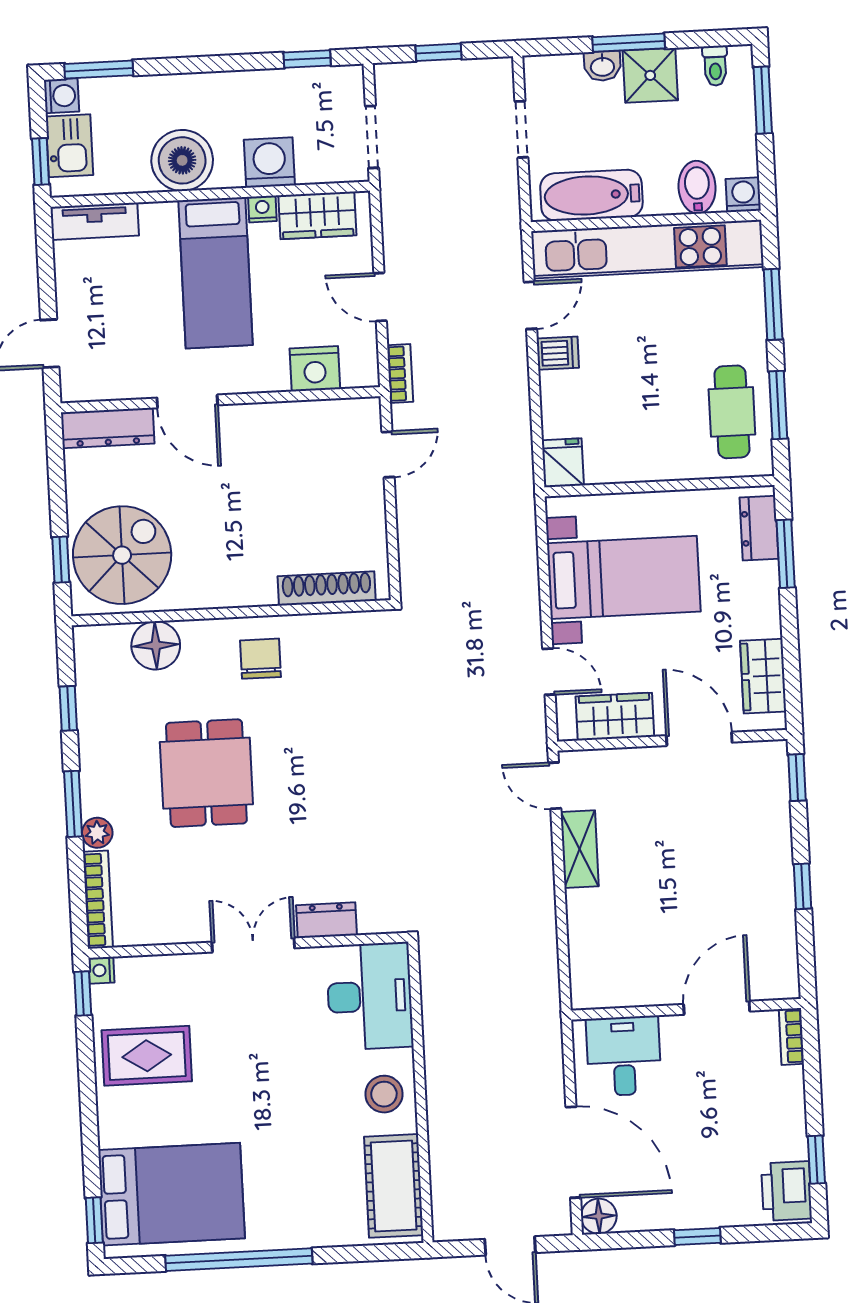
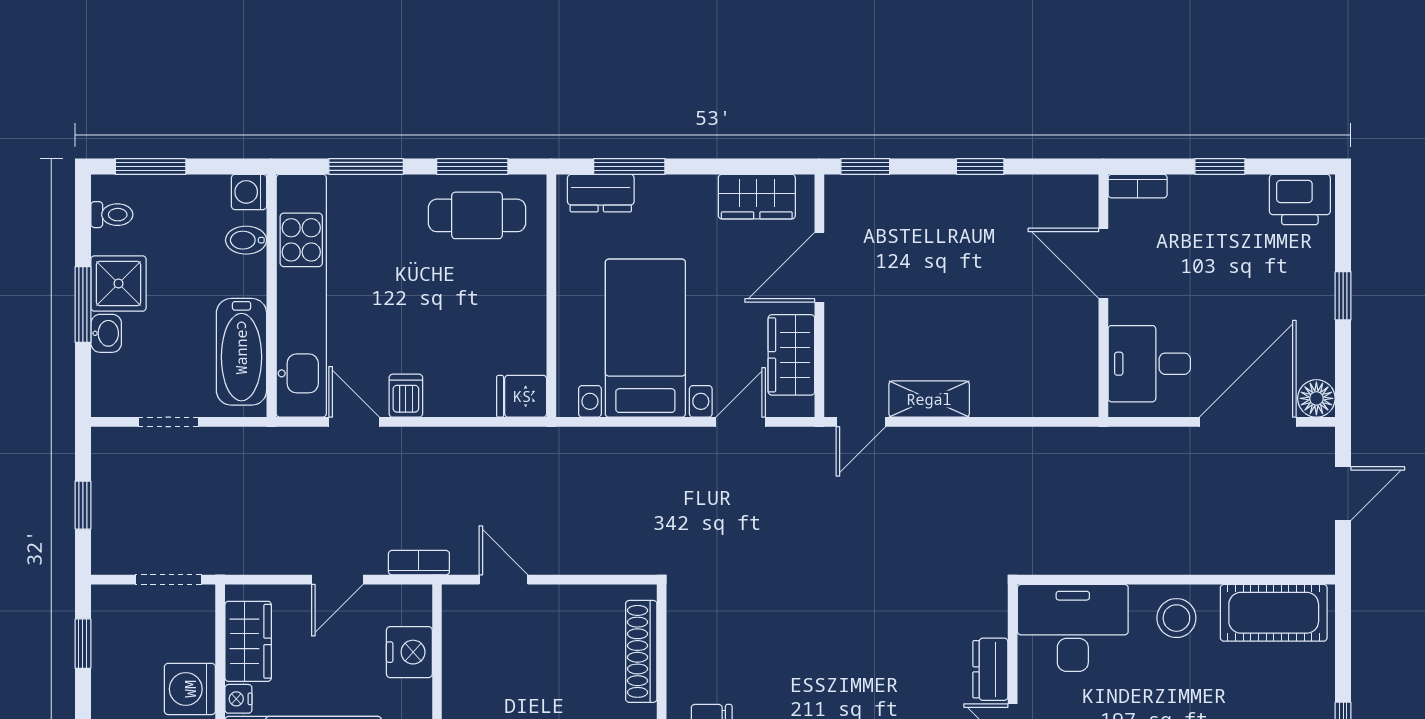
bidet: (697, 187) -> (246, 240), width x0.72, depth x0.74
window: (816, 1160) -> (1220, 166), moved

